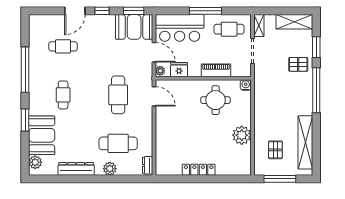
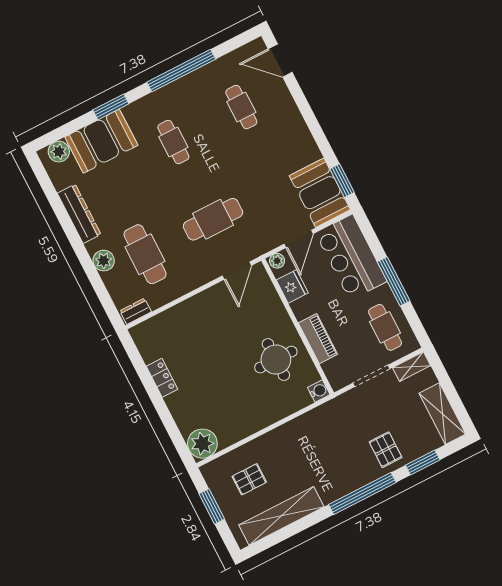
door: (75, 11) -> (280, 61), moved
window: (102, 11) -> (319, 136), removed
cafe table: (63, 95) -> (173, 142), turned 90
plant: (242, 135) -> (202, 444), moved
locker: (199, 170) -> (162, 378), width x0.66
window: (280, 179) -> (212, 506), width x0.69

